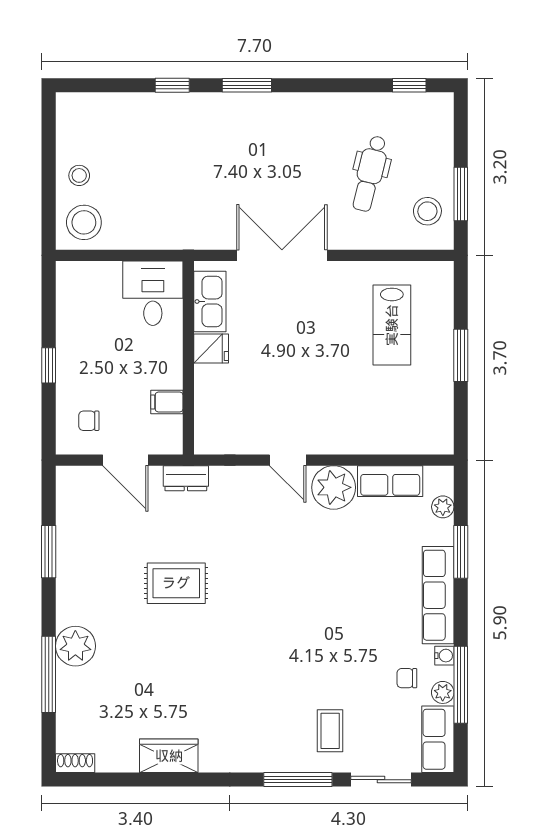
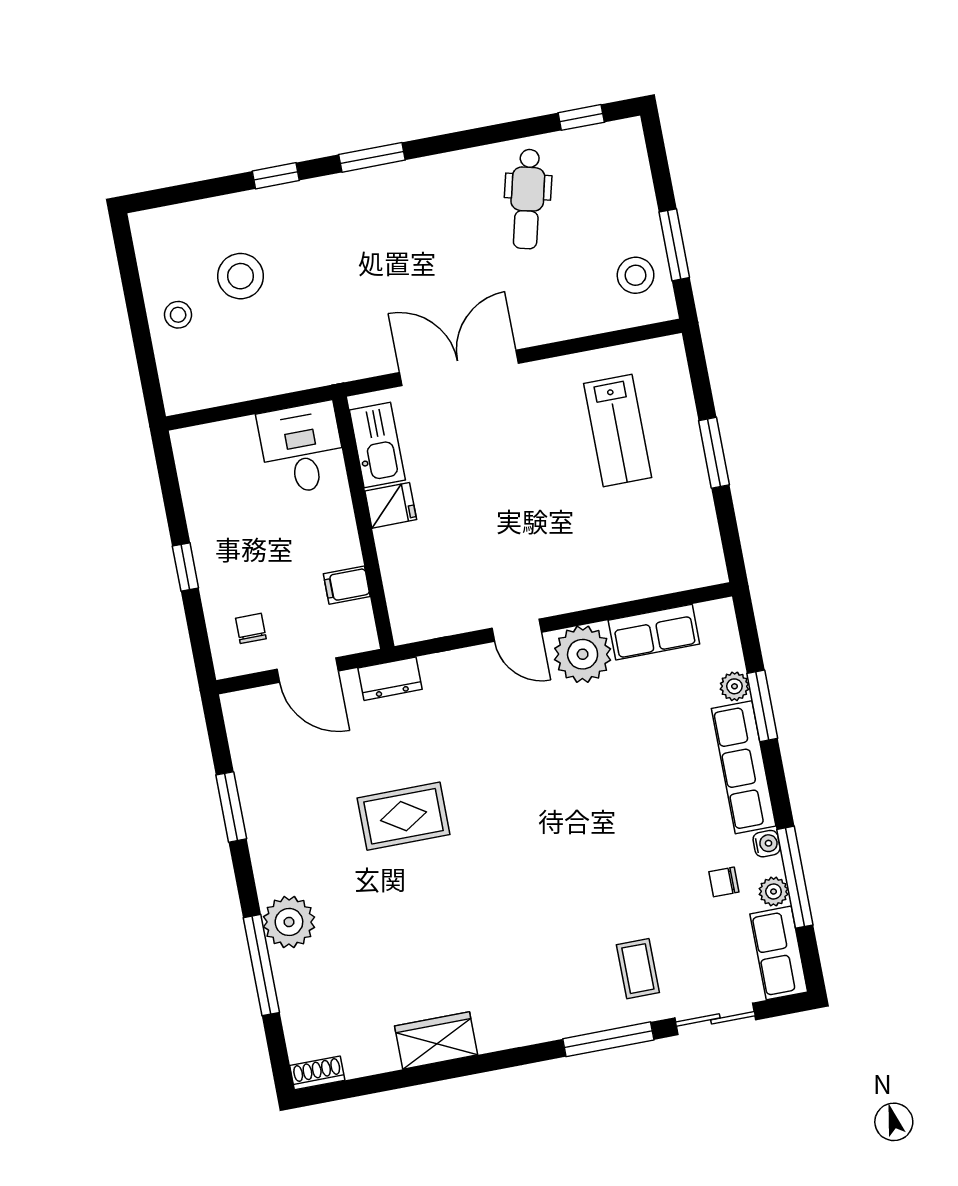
dental chair: (370, 174) -> (527, 199), moved
stool: (84, 222) -> (241, 276), moved
chair: (89, 421) -> (251, 628), turned 90
plant: (443, 507) -> (734, 686), moved

